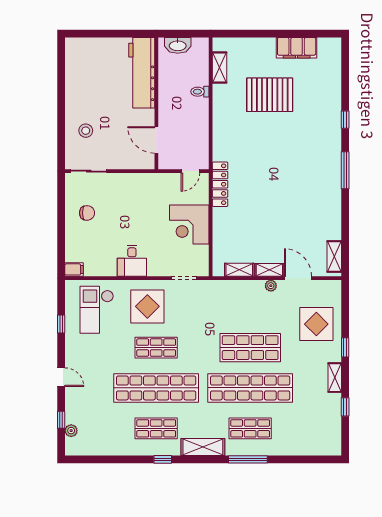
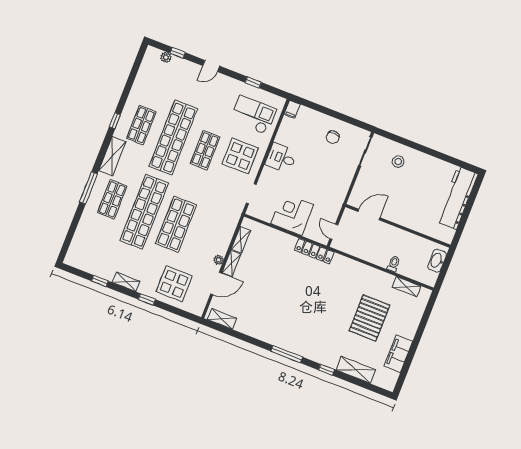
workbench: (142, 73) -> (457, 198), moved, turned -90
shelving: (333, 88) -> (356, 370), added

